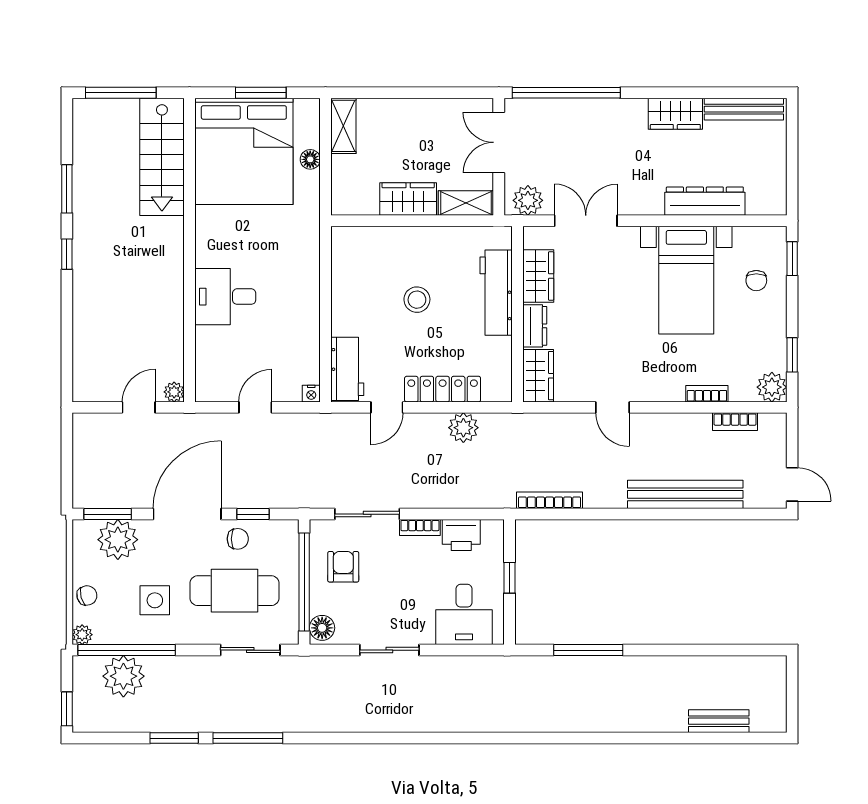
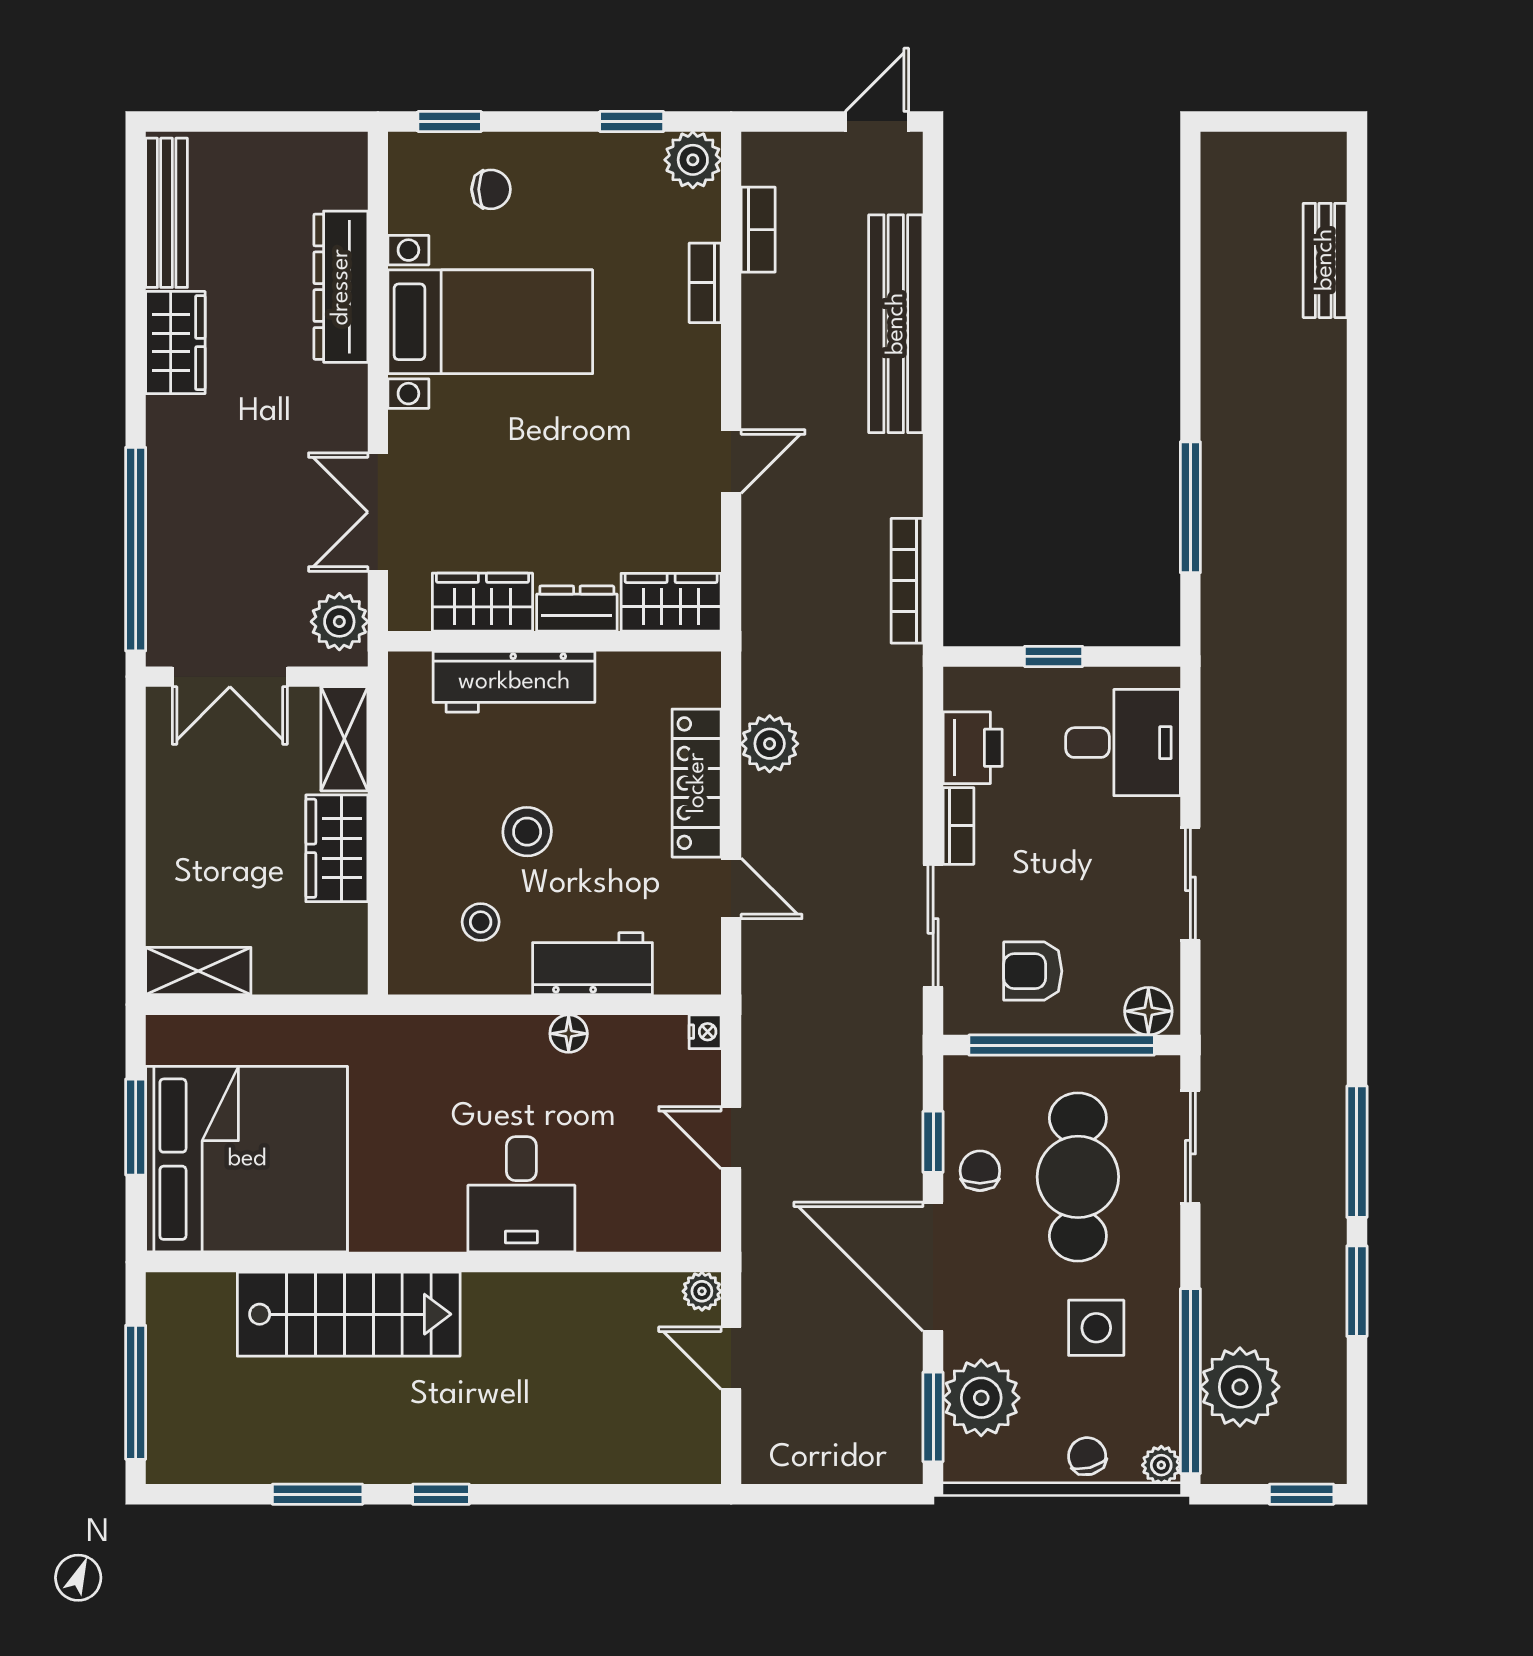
stairs: (162, 157) -> (349, 1314), moved
floor lamp: (310, 159) -> (569, 1034), moved
stool: (369, 275) -> (481, 922), added
workbench: (347, 369) -> (592, 964), moved

